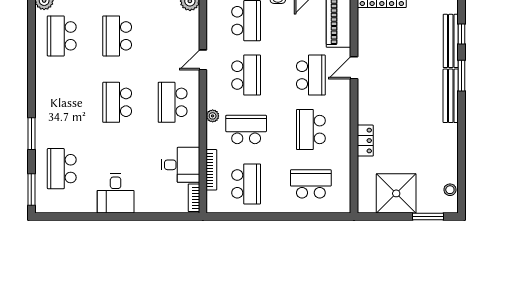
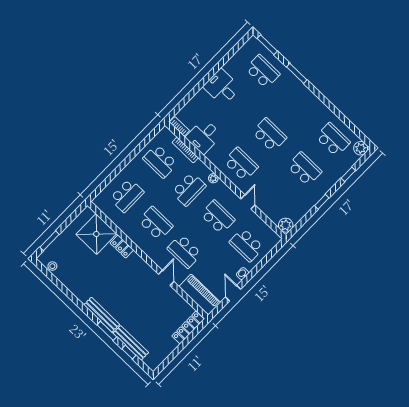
school desk: (246, 75) -> (218, 217), turned 180
shower: (396, 193) -> (96, 234), moved

